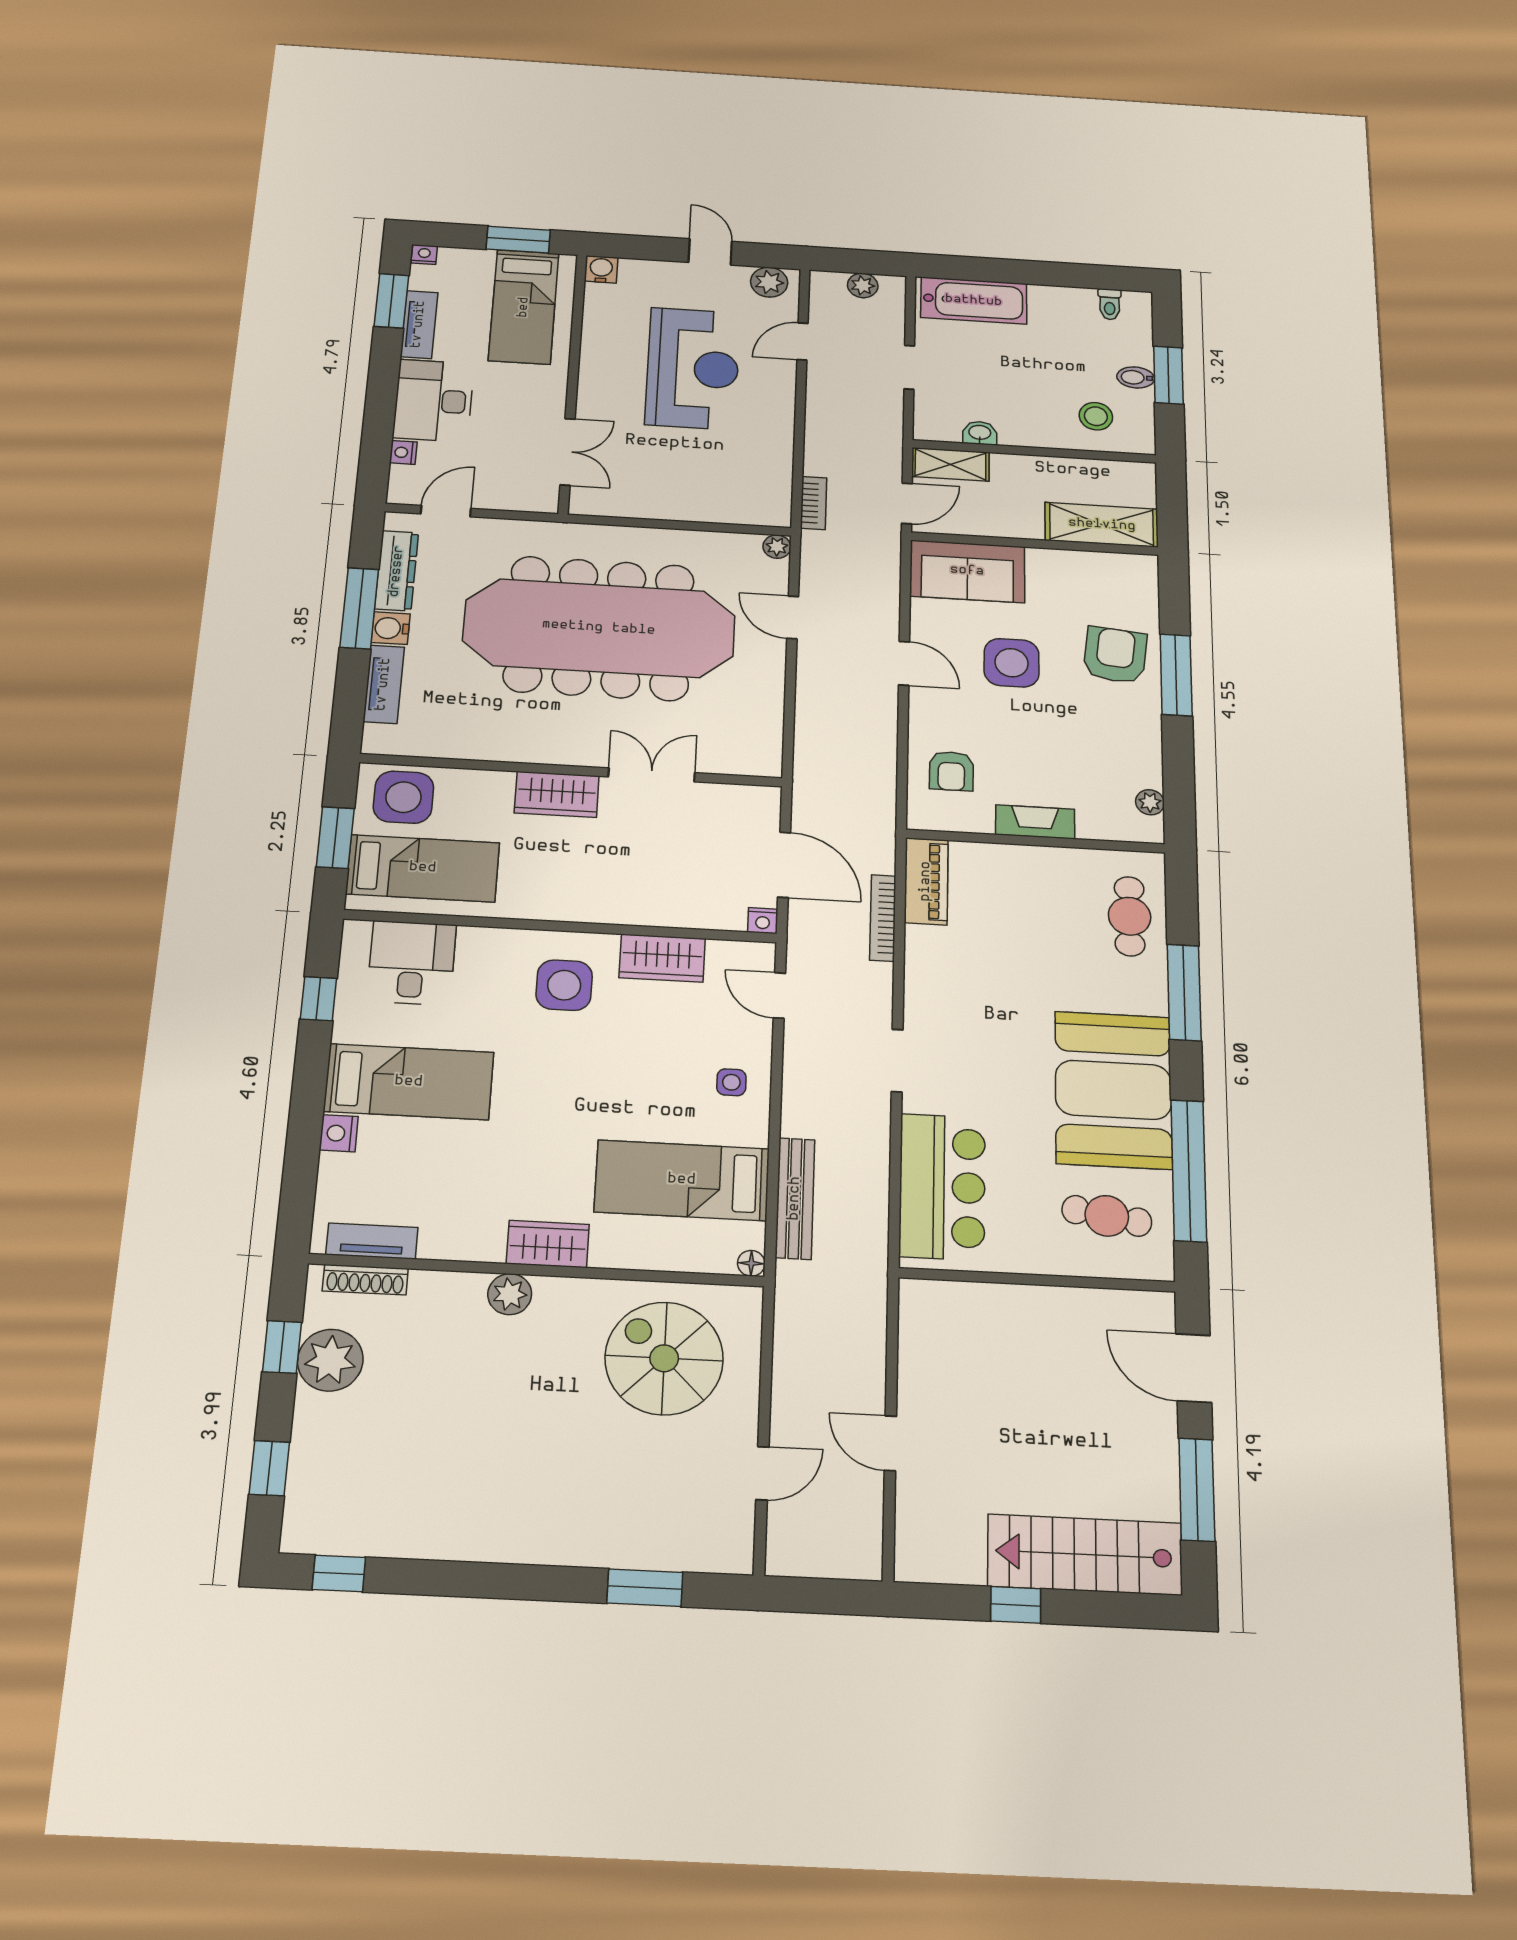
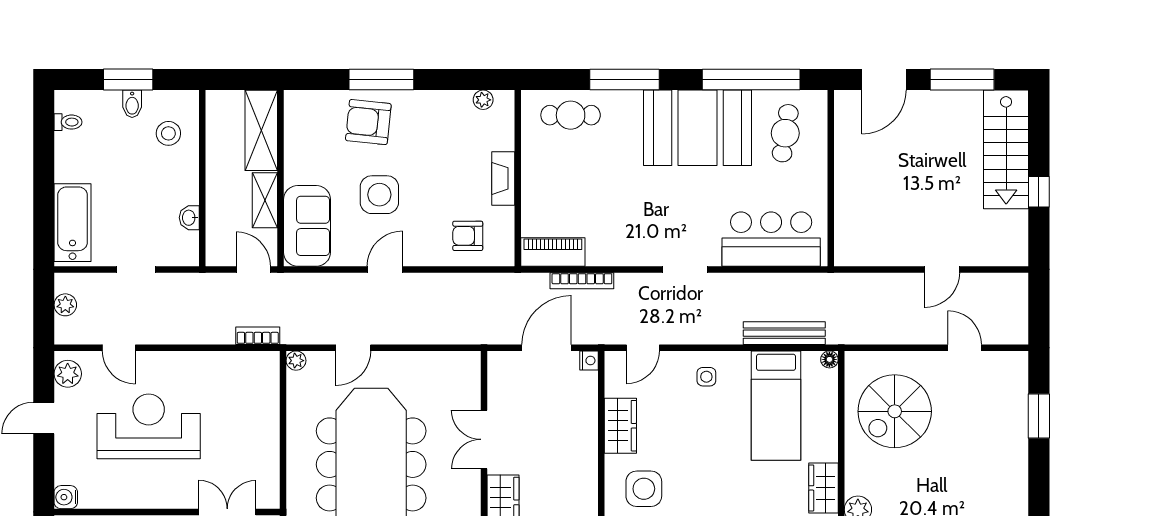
shelving: (950, 464) -> (265, 200), moved
armchair: (951, 771) -> (468, 236), turned 180

